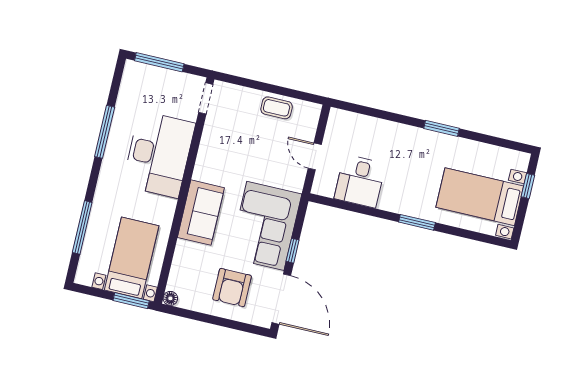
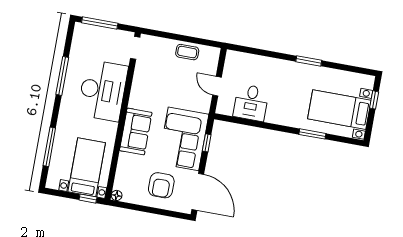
window: (417, 222) -> (312, 134), moved
window: (293, 251) -> (207, 143), moved
window: (131, 301) -> (88, 199), width x0.67

